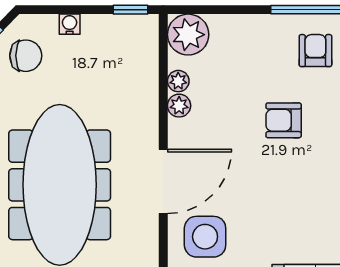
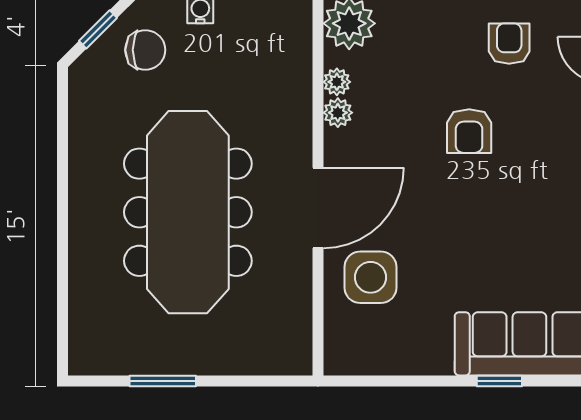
armchair: (284, 120) -> (469, 131), turned -90

